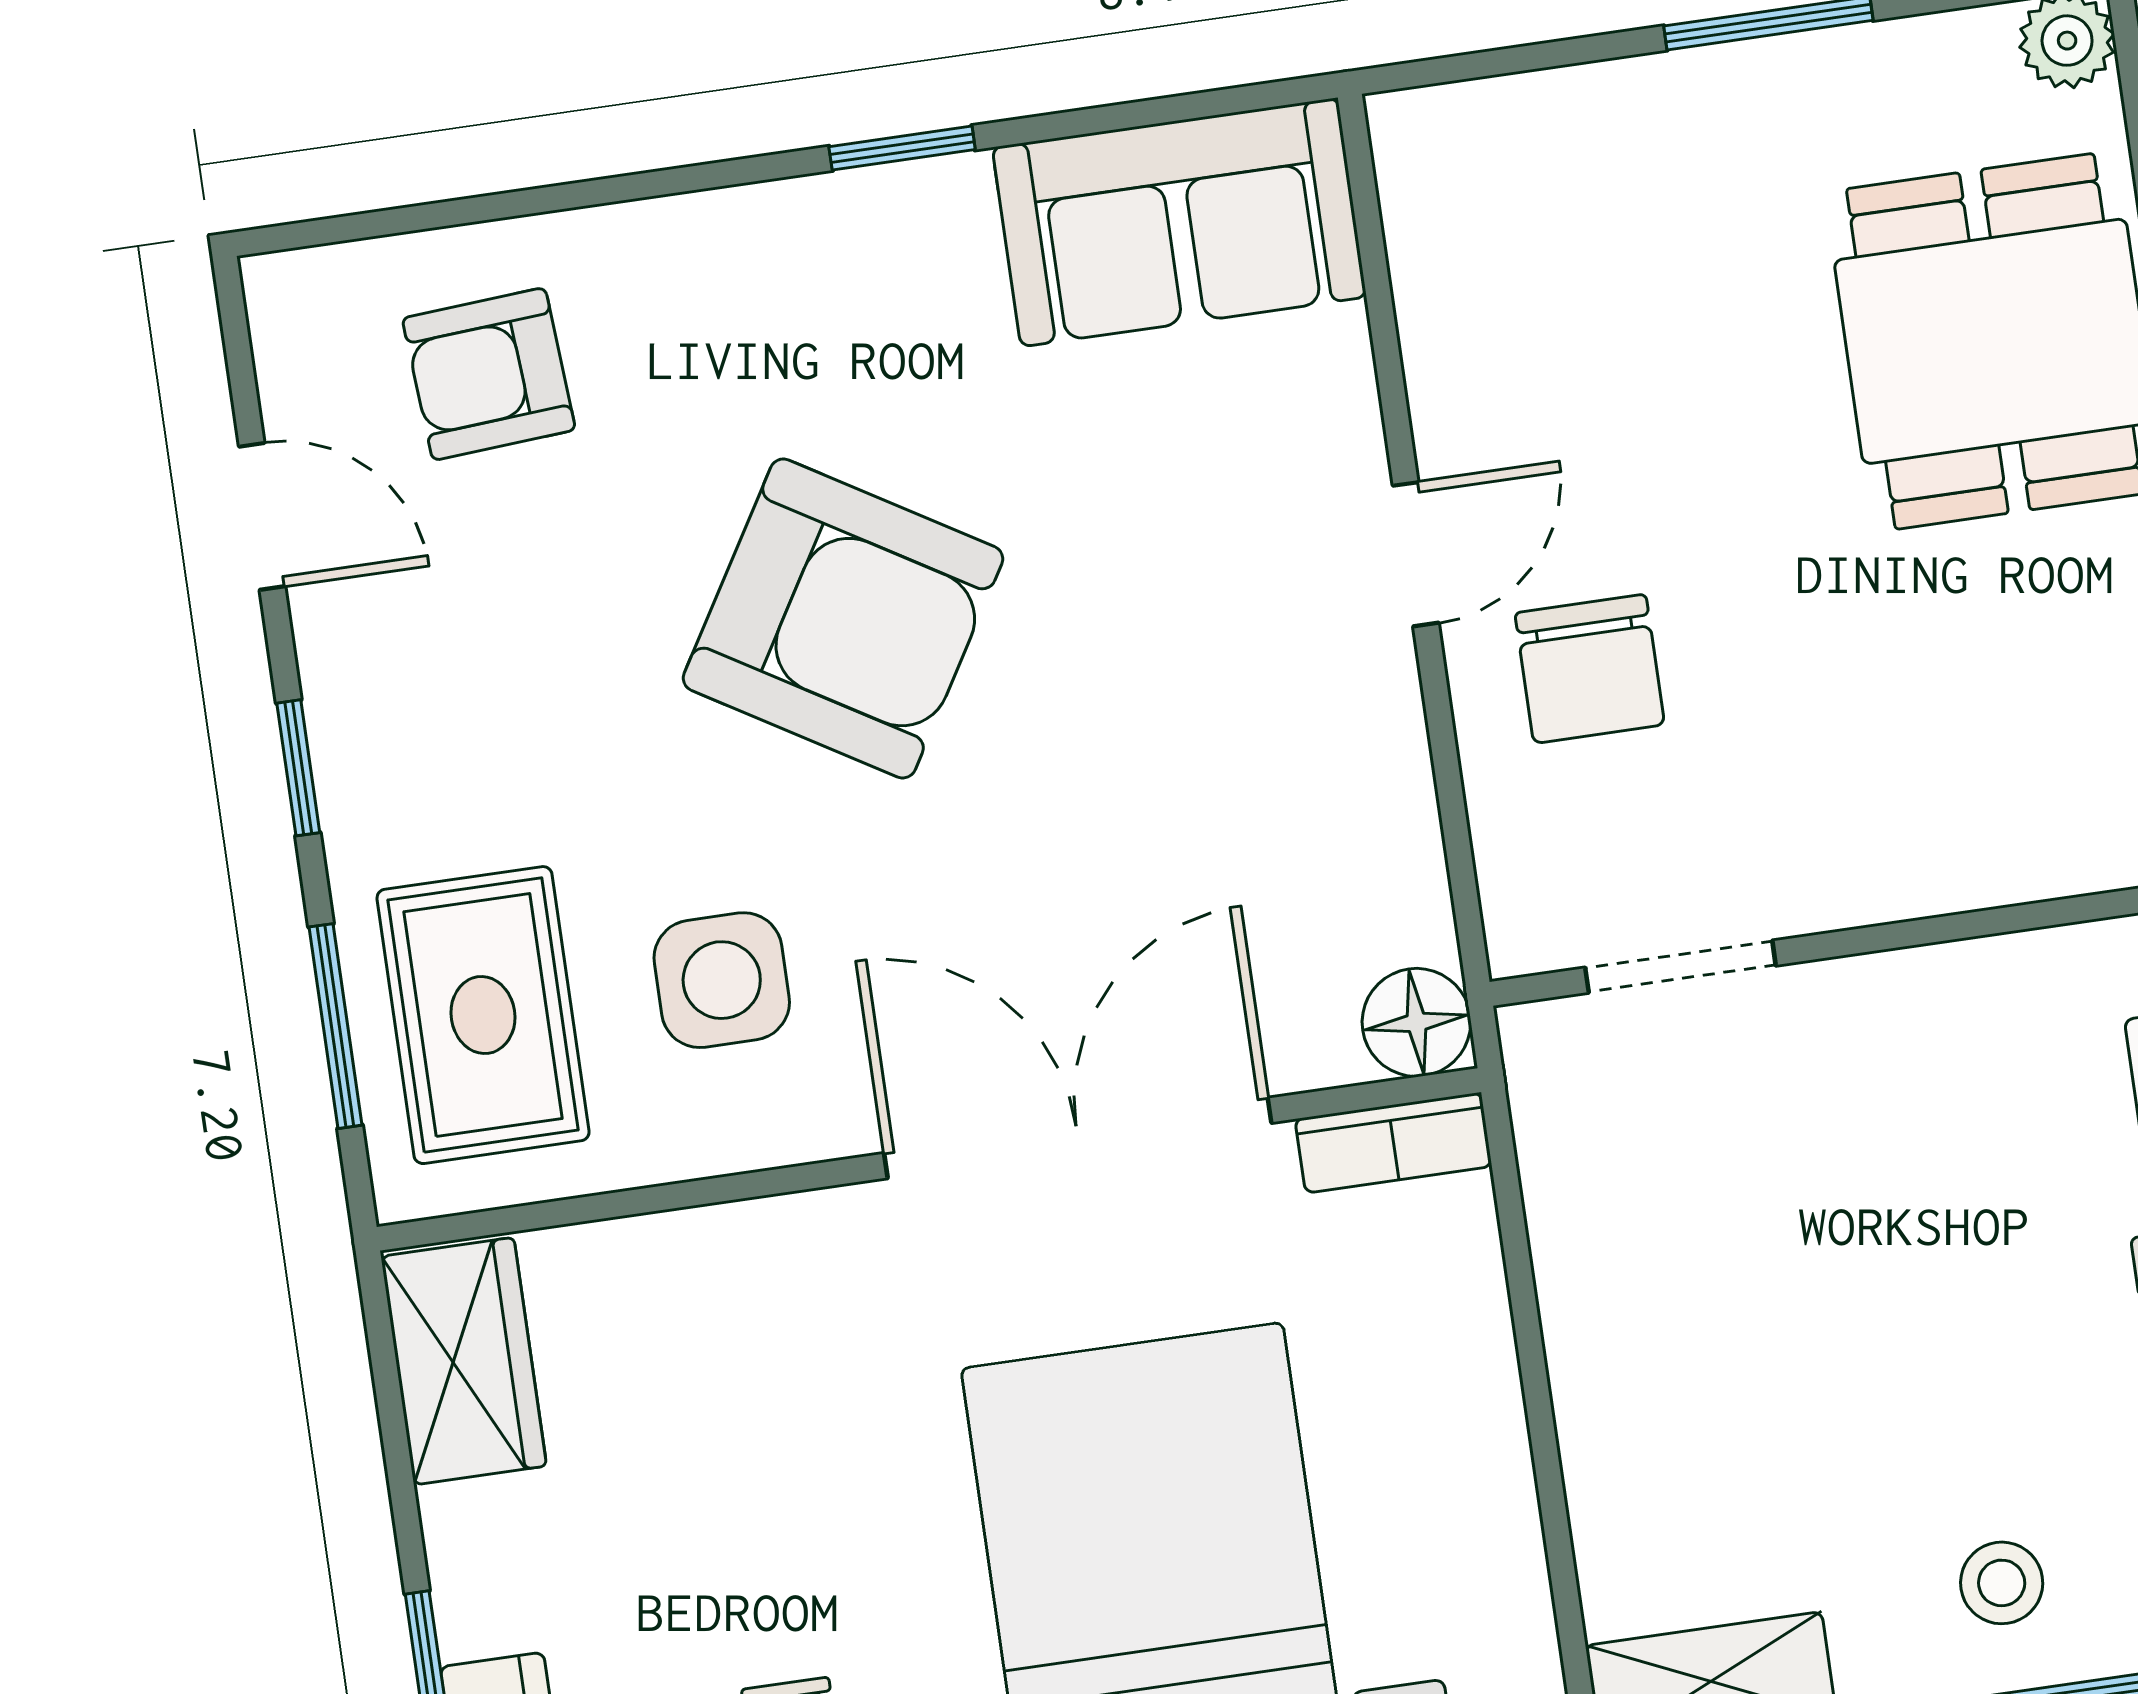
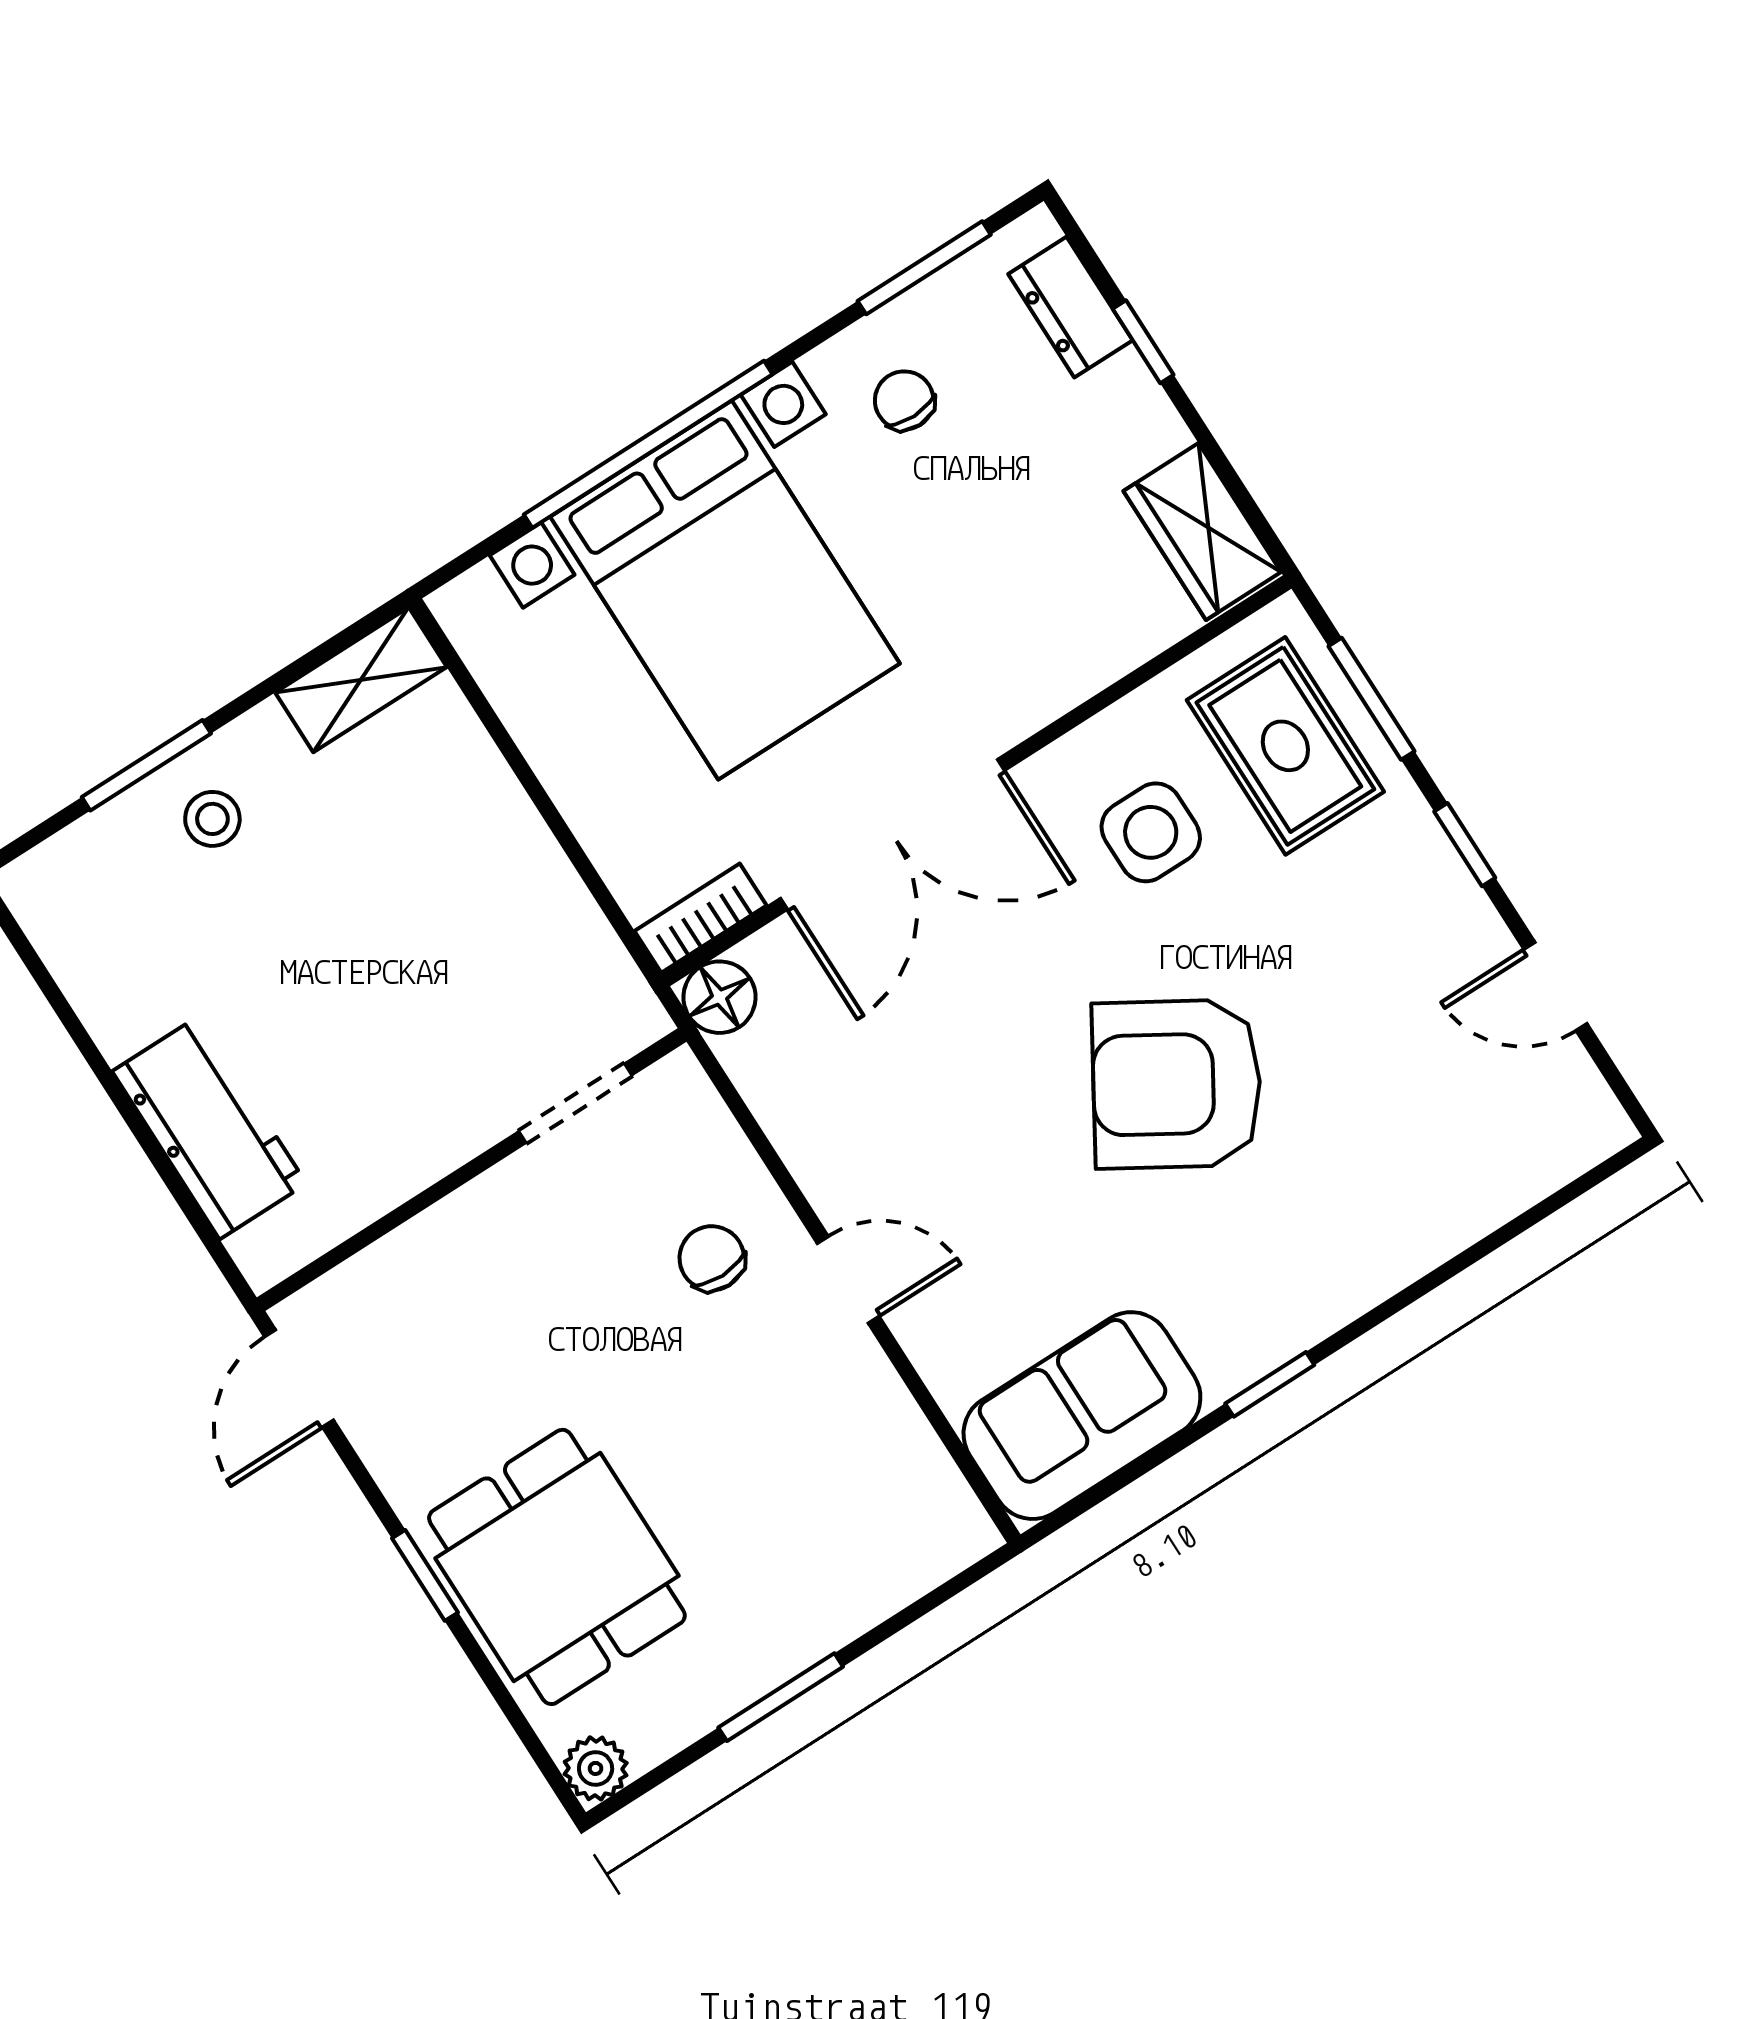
armchair: (489, 374) -> (1457, 1135), removed
door: (1416, 554) -> (848, 1280), swing flipped
chair: (1590, 669) -> (712, 1258), width x0.73, depth x0.73

